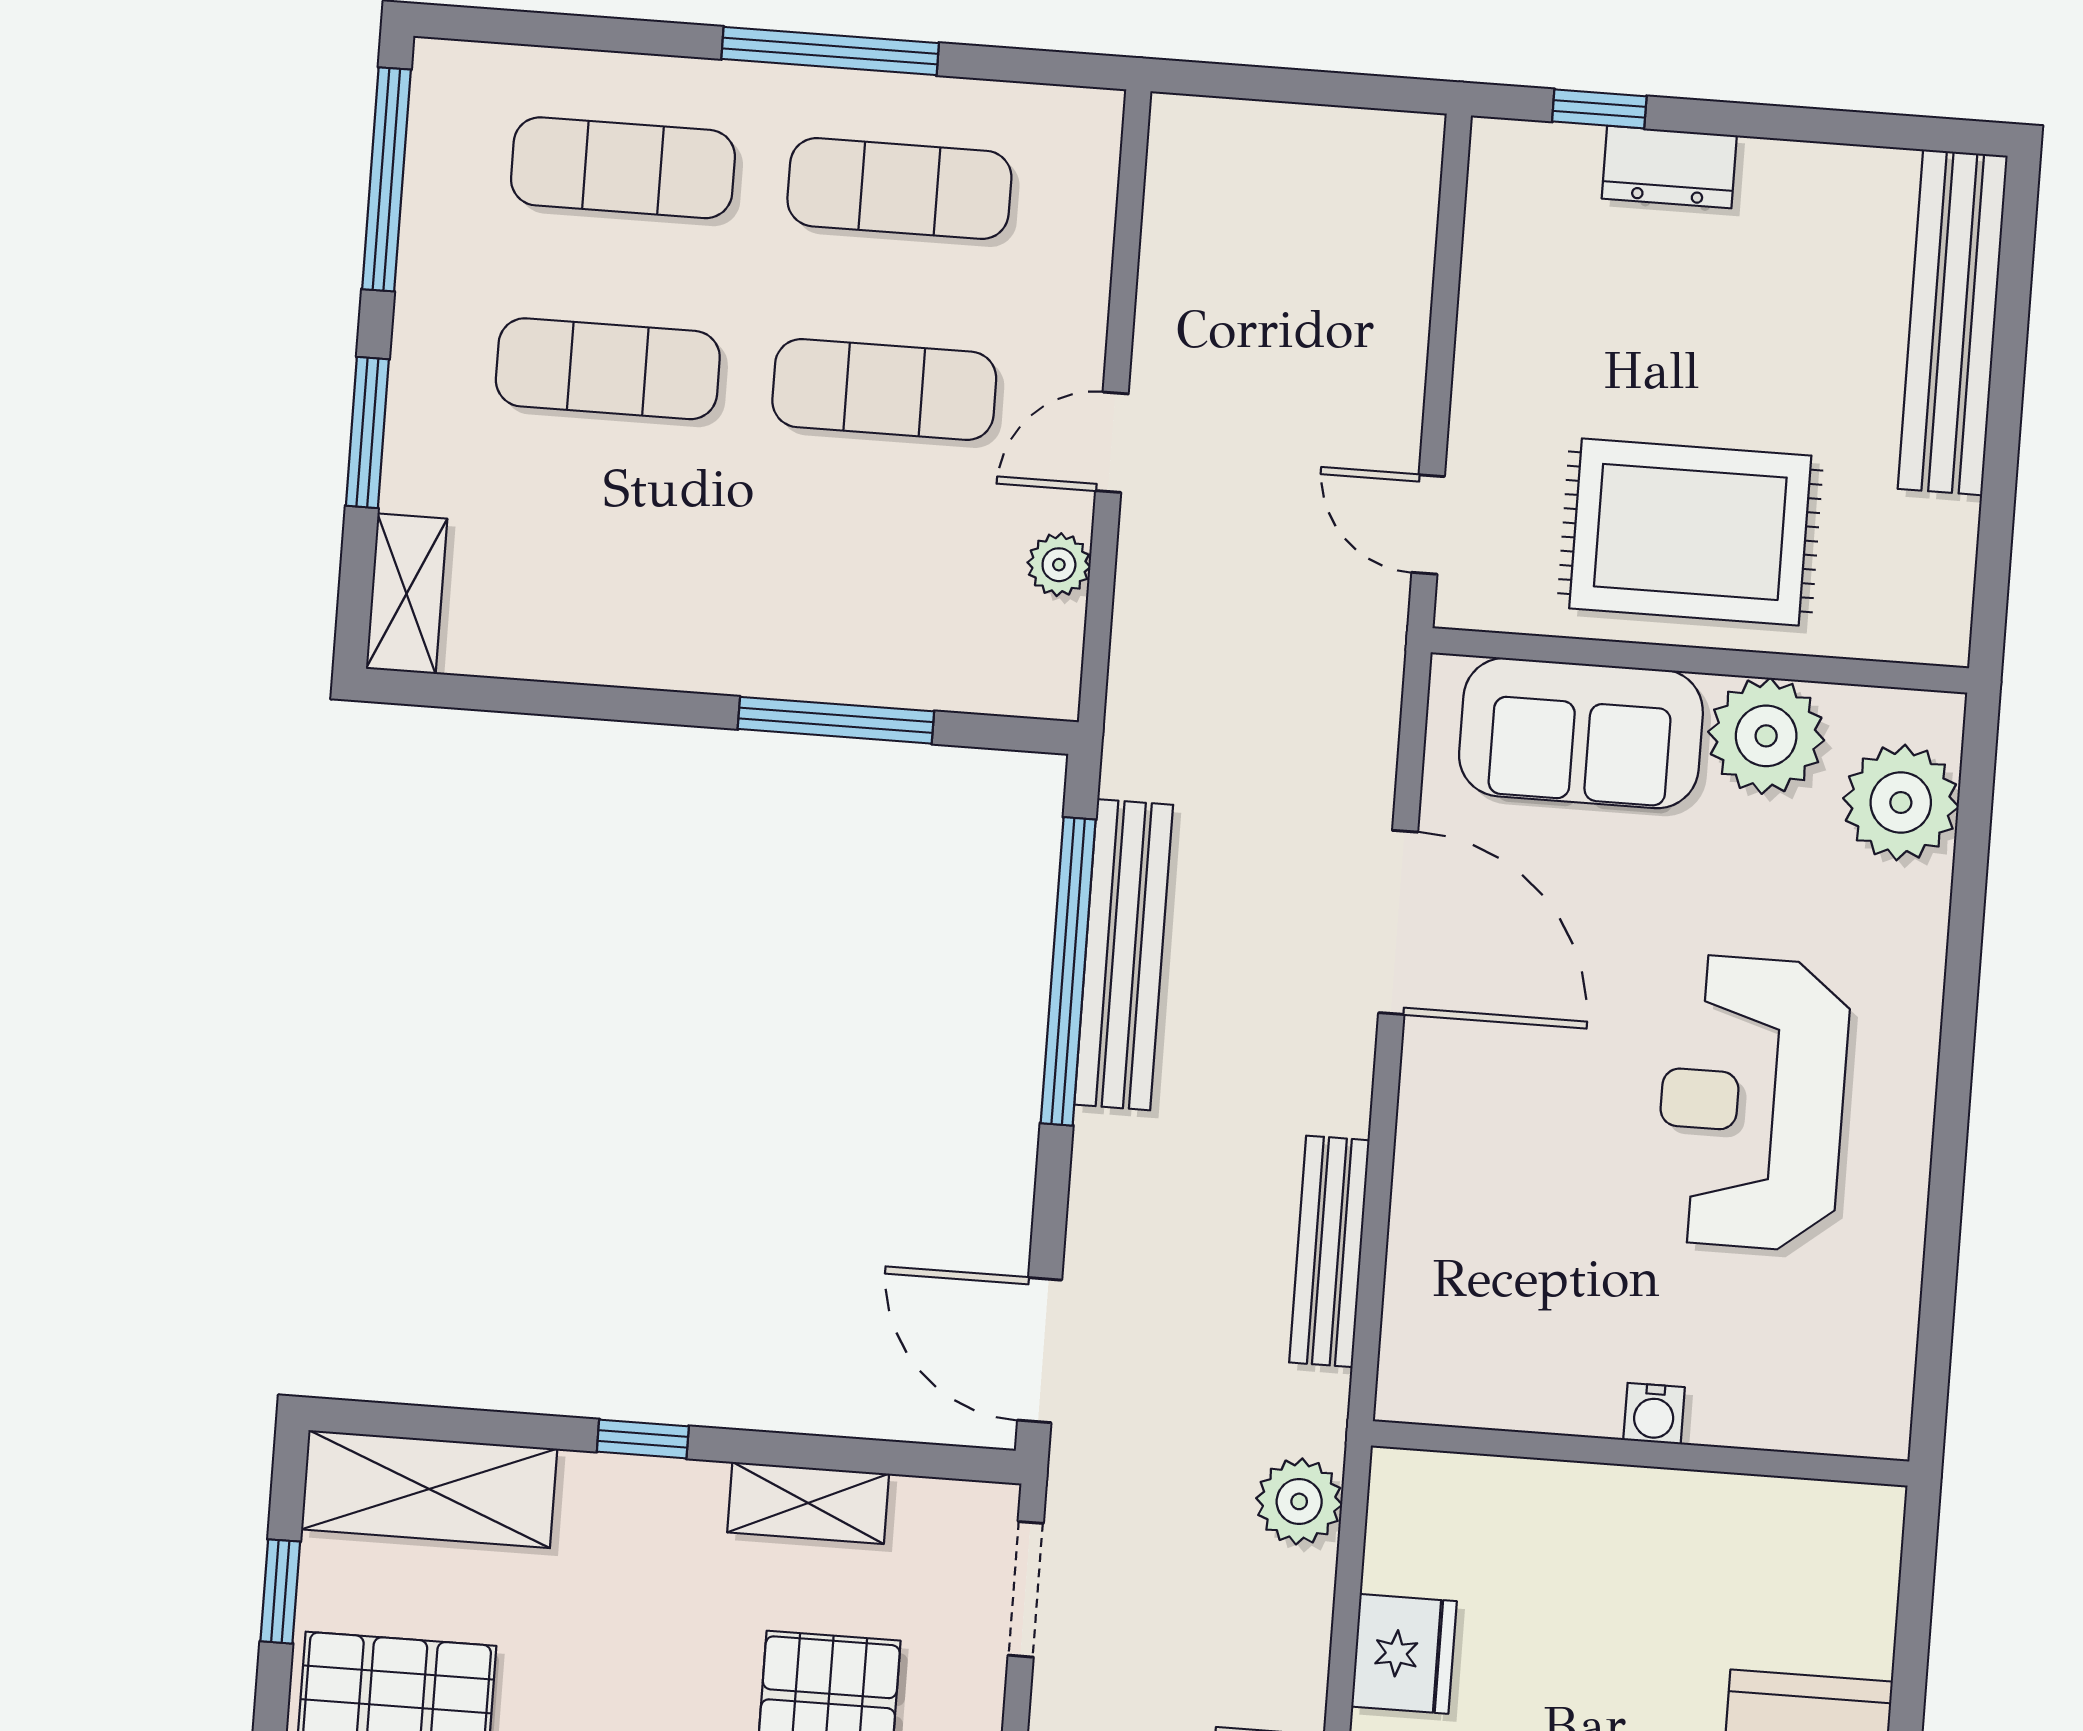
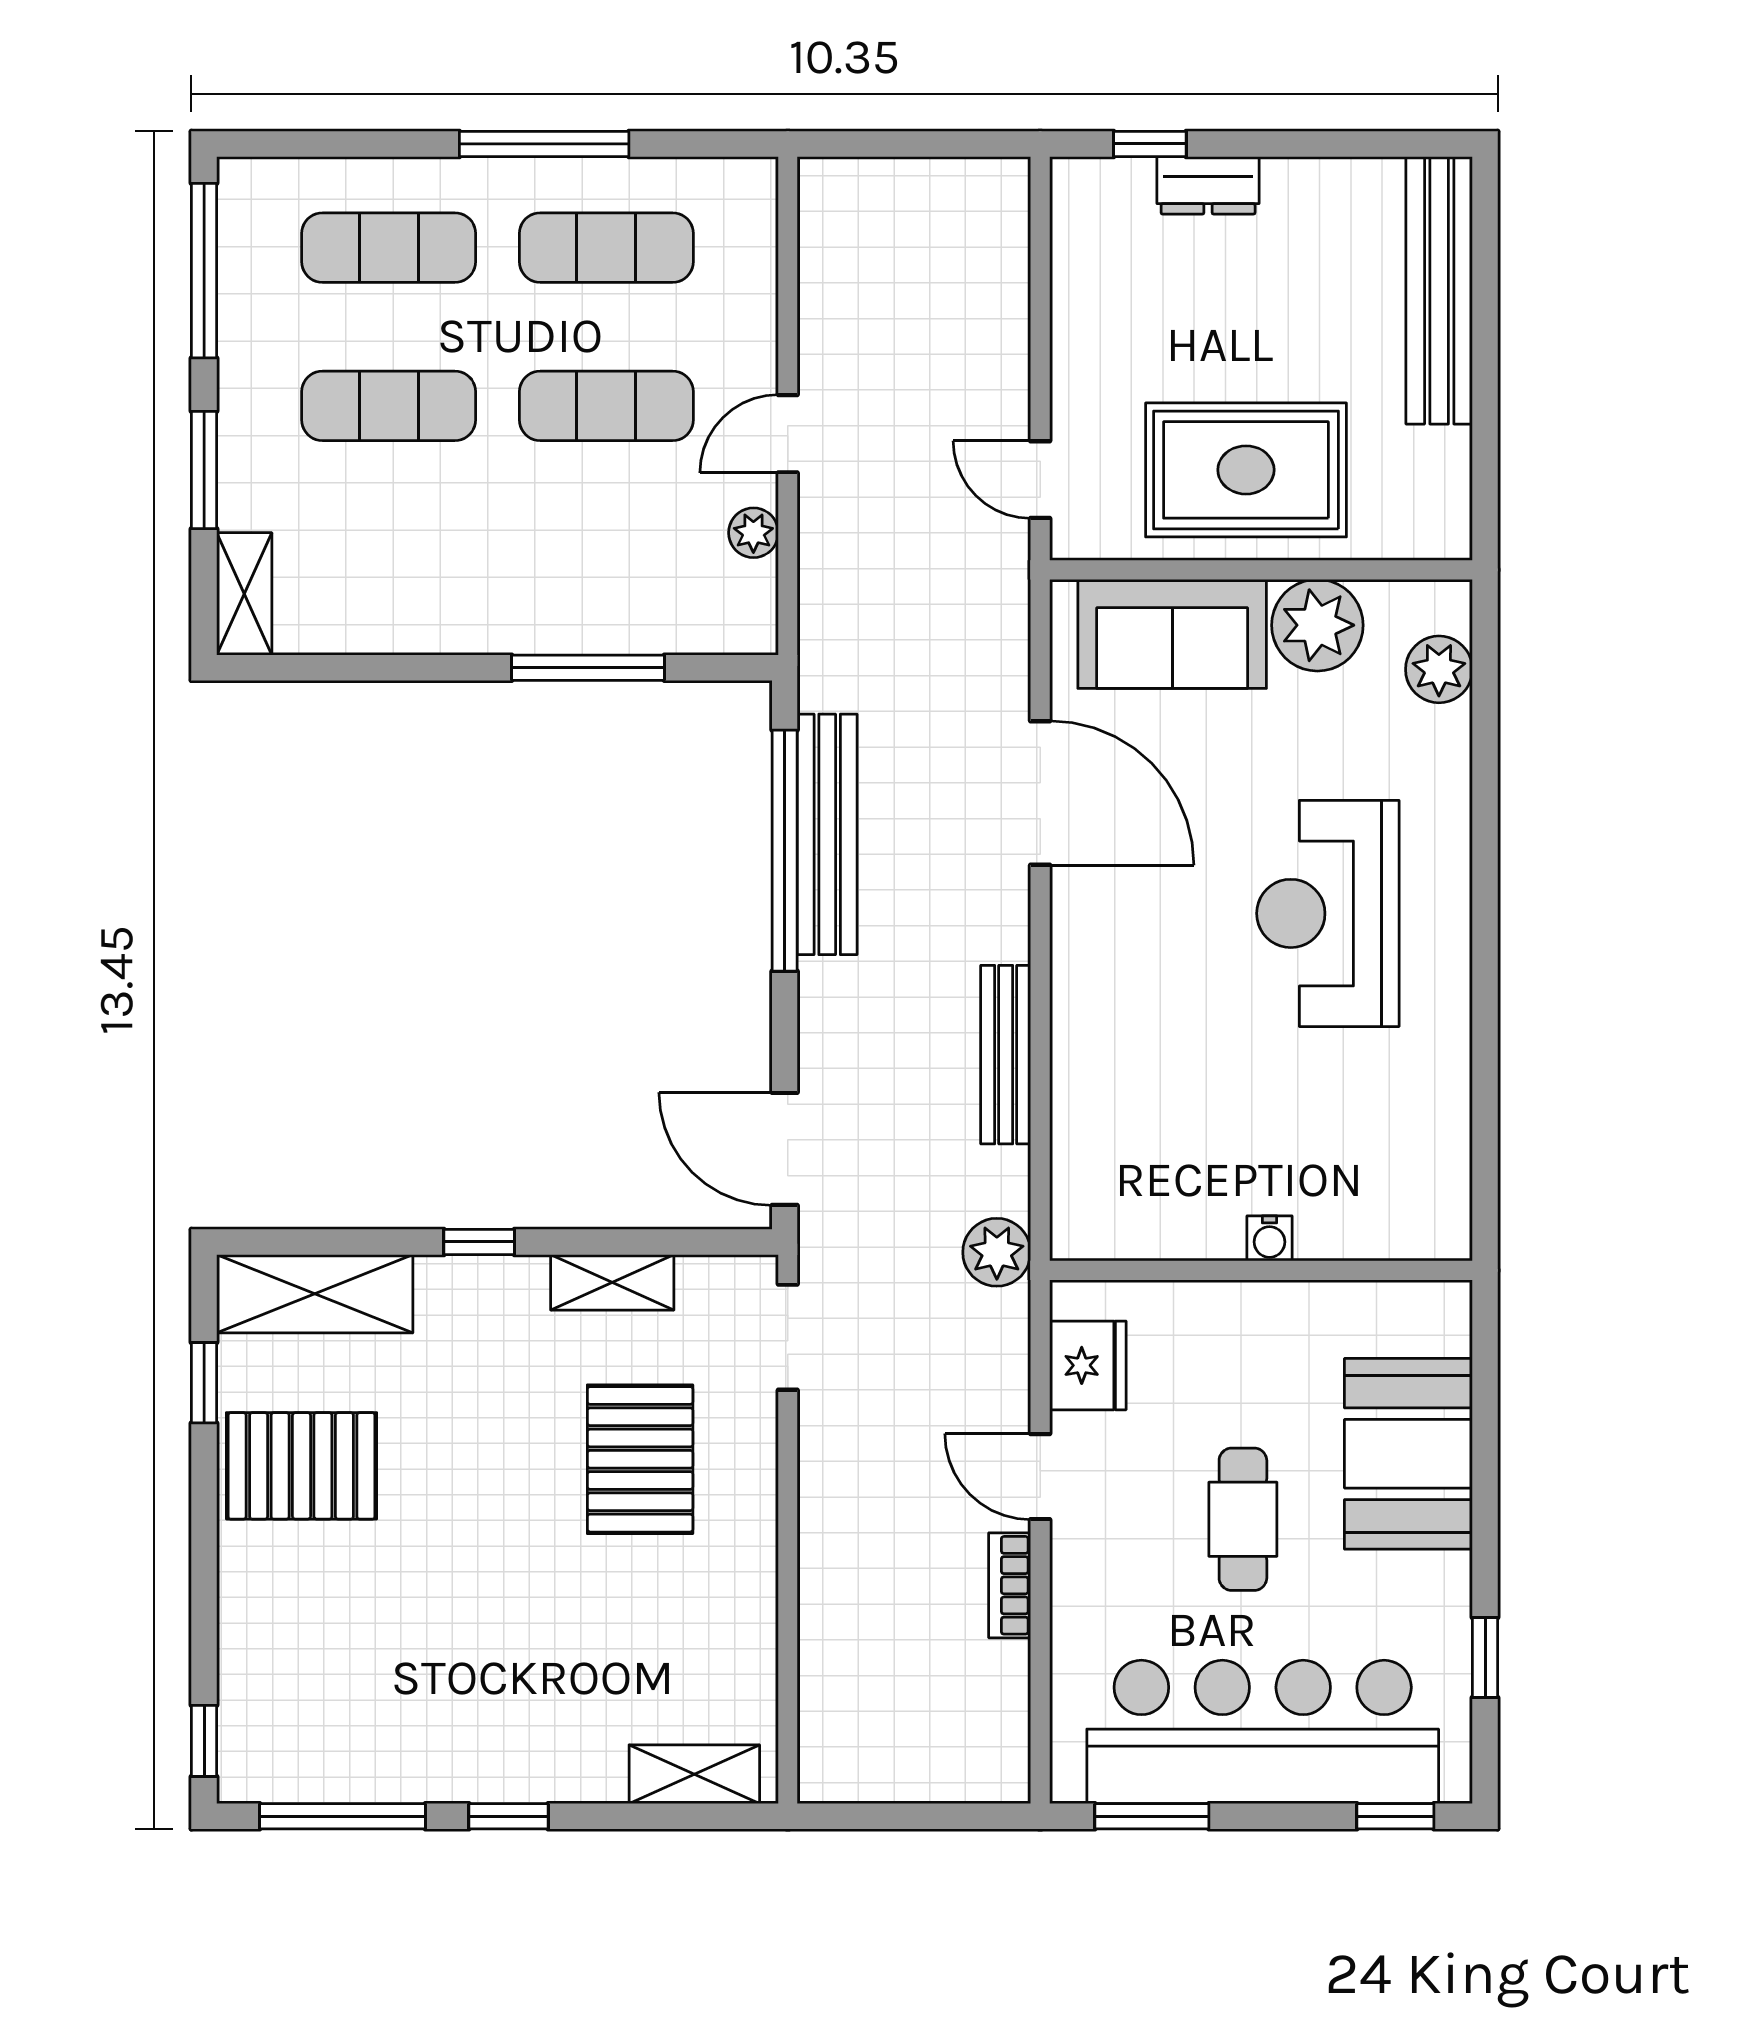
plant: (1901, 802) -> (1439, 669), width x0.73, depth x0.73
water cooler: (1654, 1414) -> (1269, 1238), moved
wall: (1640, 1454) -> (1261, 1270), moved

